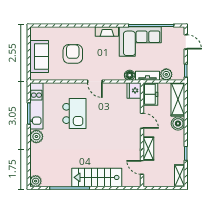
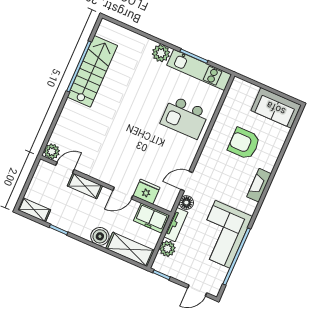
fireplace: (107, 31) -> (259, 185), moved
armchair: (73, 54) -> (244, 144), turned 180
sofa: (39, 57) -> (276, 108), moved
door: (95, 81) -> (187, 181), moved
fridge: (134, 90) -> (147, 192), moved
kitchen island: (74, 113) -> (185, 117), moved
stairs: (97, 177) -> (92, 71), moved
plant: (36, 181) -> (52, 152), moved

